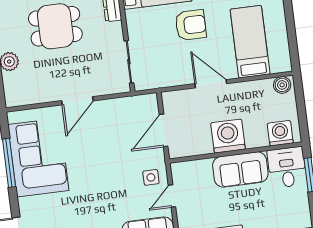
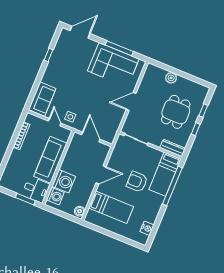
armchair: (191, 25) -> (137, 182), turned 90
door: (77, 101) -> (131, 101), hinge flipped
washing machine: (228, 136) -> (64, 181), moved
sofa: (240, 169) -> (50, 160), width x1.36

